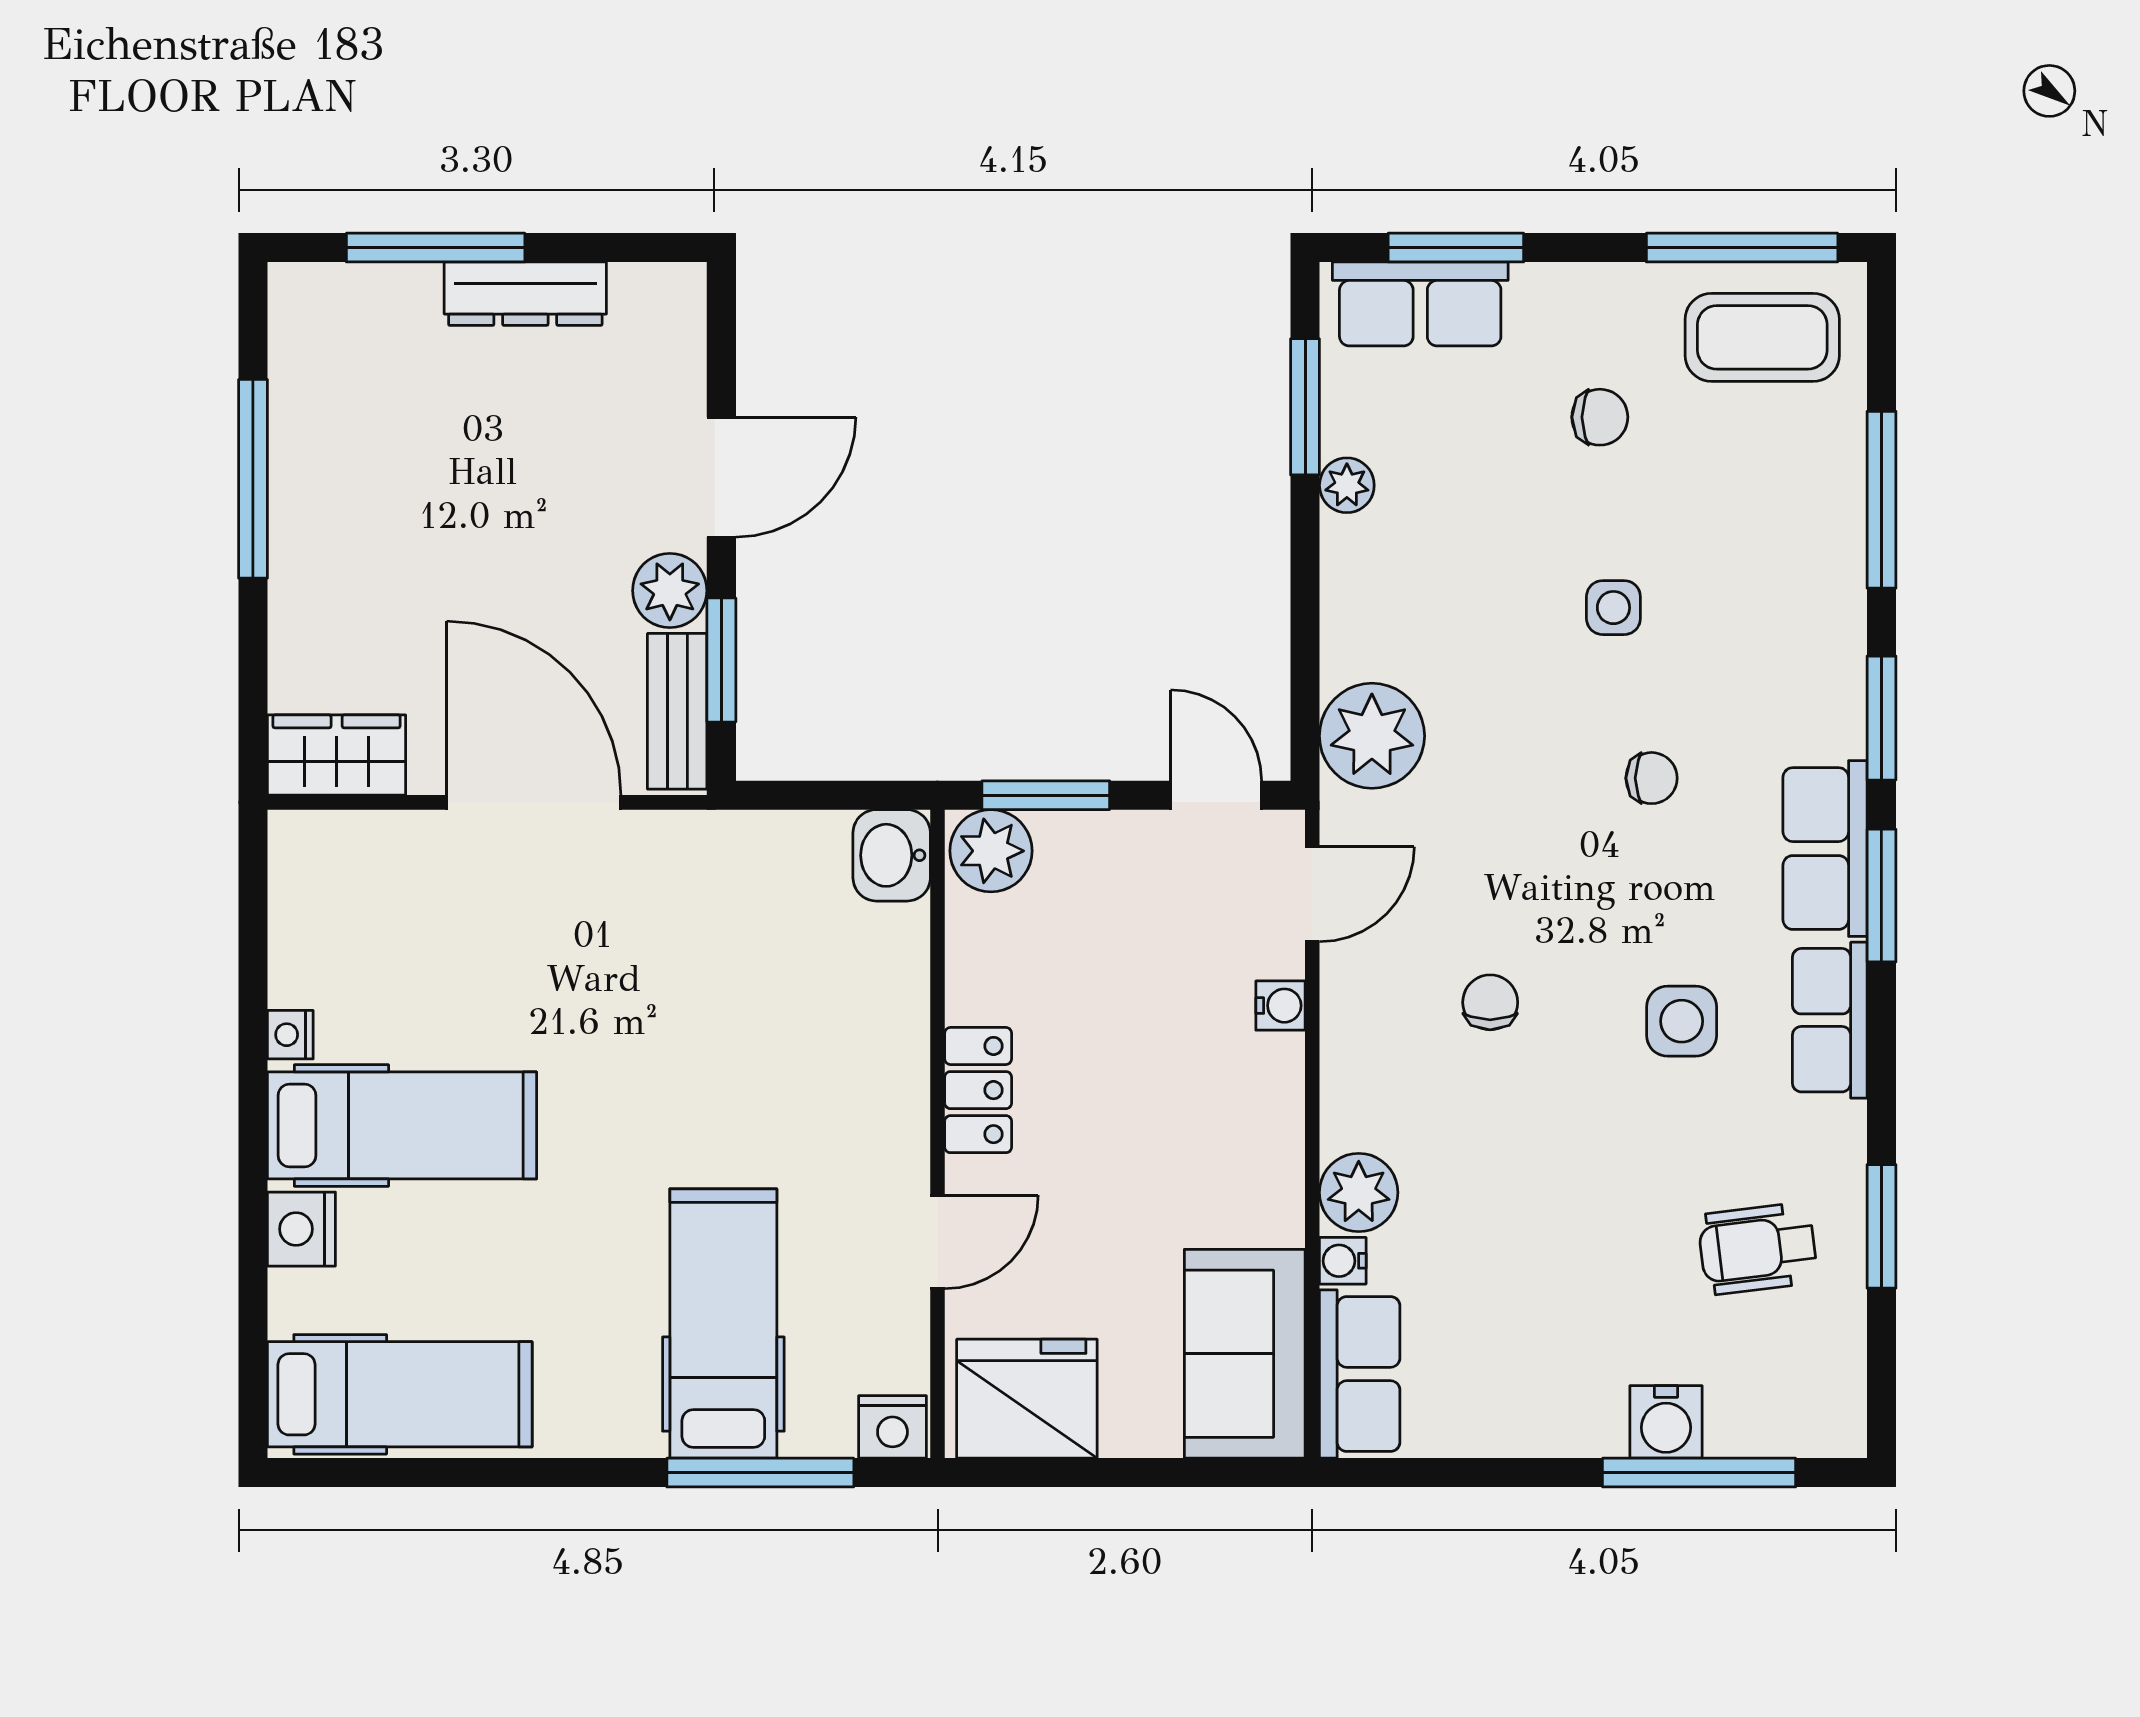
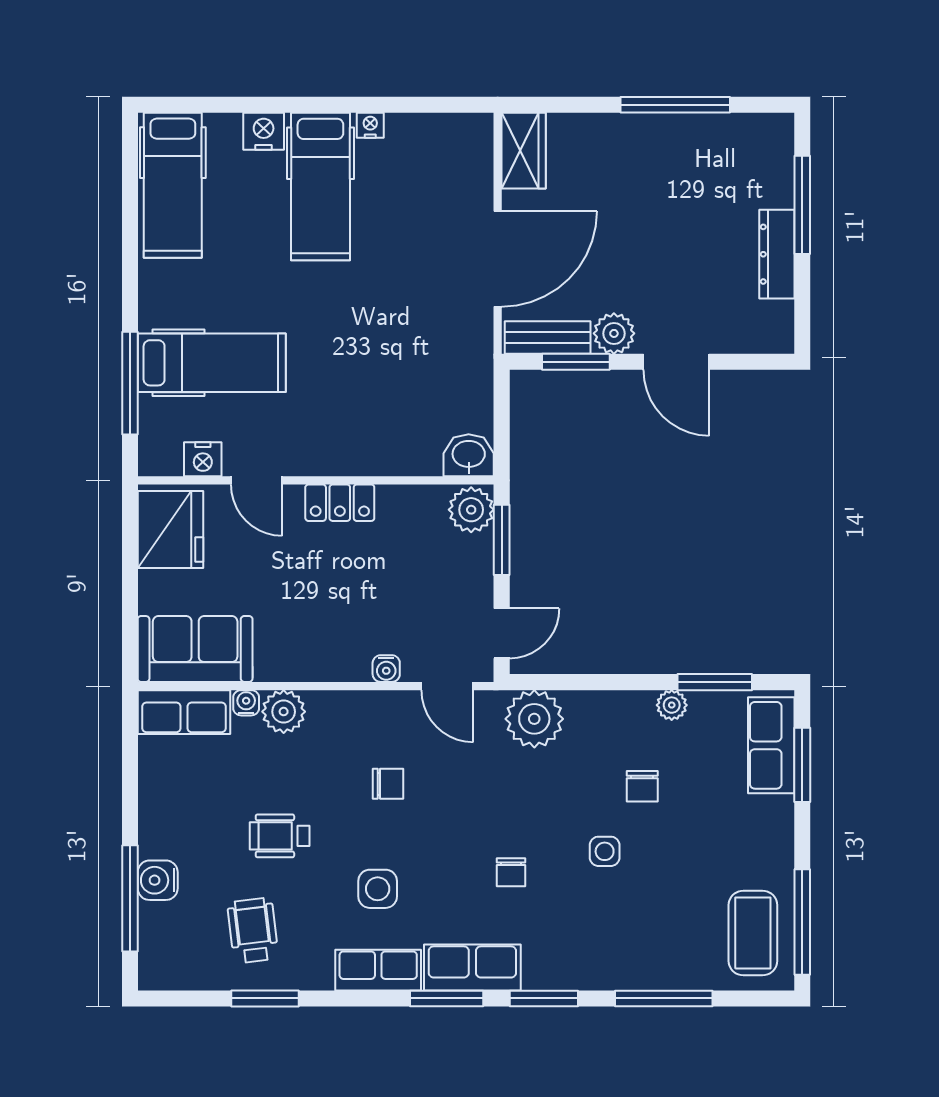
chair: (1600, 417) -> (642, 786), moved
wheelchair: (1585, 1200) -> (280, 836), added
nightstand: (892, 1427) -> (203, 459), moved, turned -90

